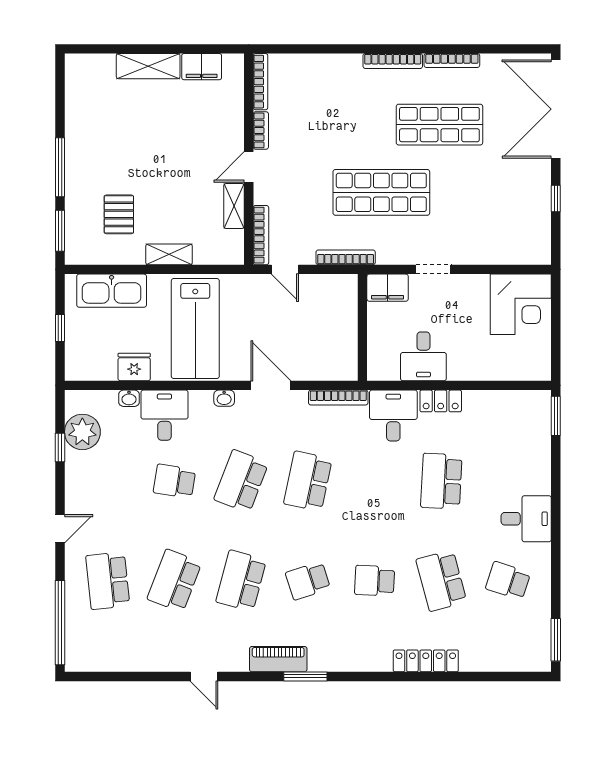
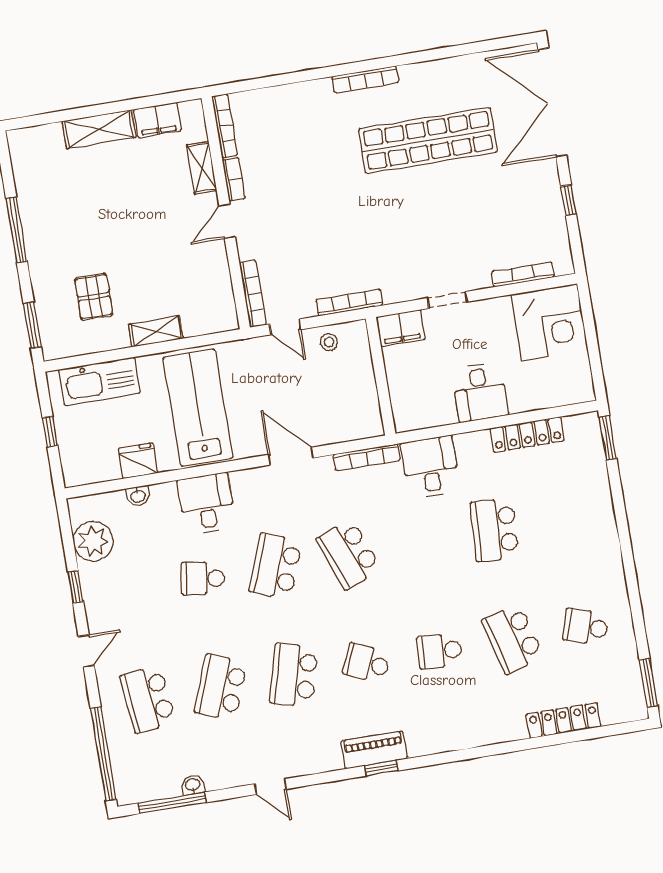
bookcase: (452, 60) -> (523, 274), moved, turned 180
shop shelf: (439, 125) -> (428, 140), width x1.40
window: (60, 167) -> (17, 230), moved
shop shelf: (381, 192) -> (377, 225), removed
shelving: (234, 206) -> (202, 168), moved
stool: (322, 289) -> (329, 342), added
lab bench: (195, 329) -> (198, 408), turned 180
desk: (423, 356) -> (480, 392), moved
washbasin: (224, 398) -> (193, 785), moved, turned 180
locker: (441, 401) -> (527, 435), moved, width x1.53
desk: (164, 415) -> (206, 504), moved
window: (60, 447) -> (76, 587), moved
school desk: (308, 481) -> (349, 554), turned -33
desk: (526, 519) -> (594, 556), removed
school desk: (308, 581) -> (367, 663), turned 42
piano: (278, 659) -> (374, 750), moved
locker: (426, 661) -> (563, 720), moved
window: (114, 676) -> (172, 803), added
window: (305, 676) -> (381, 768), width x0.67

